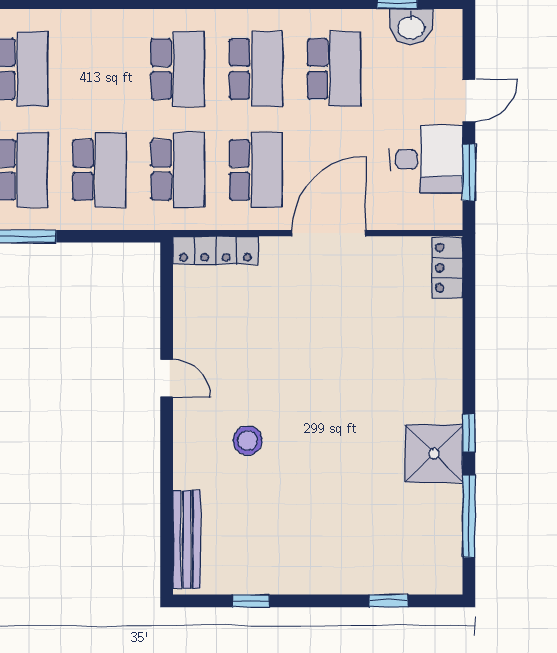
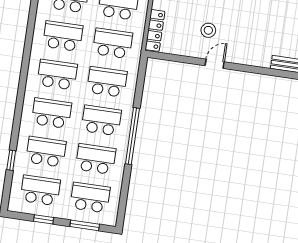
school desk: (100, 69) -> (57, 75), added
stool: (248, 440) -> (208, 30), moved

